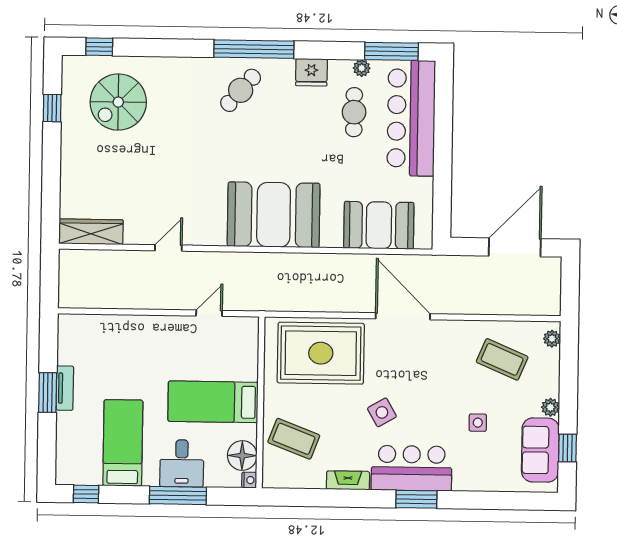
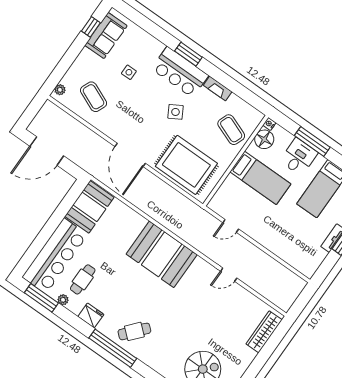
booth: (379, 225) -> (89, 207), moved, turned 90
wardrobe: (91, 232) -> (264, 332), moved, turned 90
plant: (550, 407) -> (85, 54), removed

